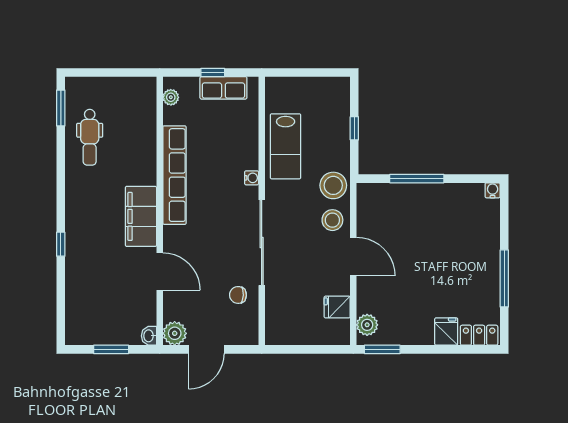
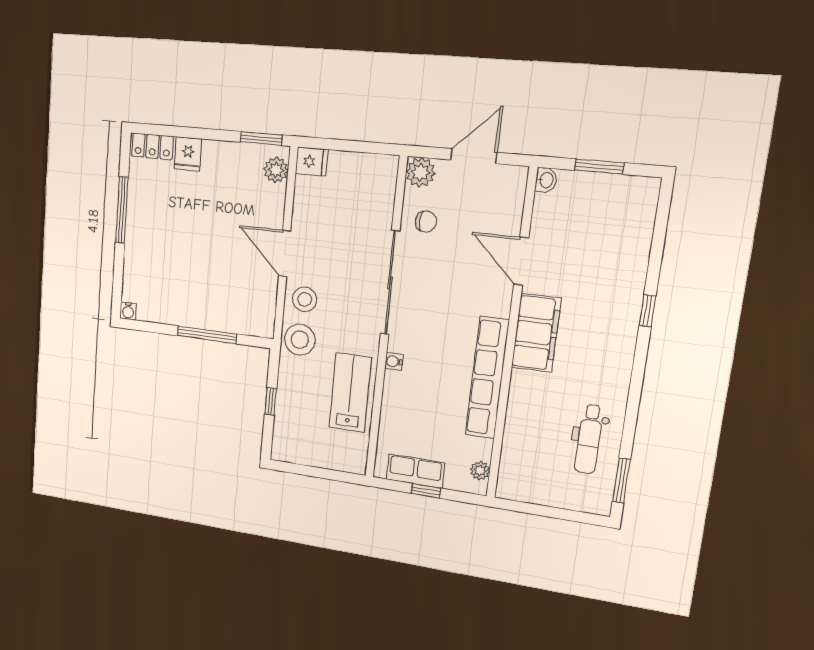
dental chair: (90, 137) -> (589, 439), turned 180
fridge: (337, 307) -> (312, 161), moved
plant: (175, 333) -> (421, 172), moved

